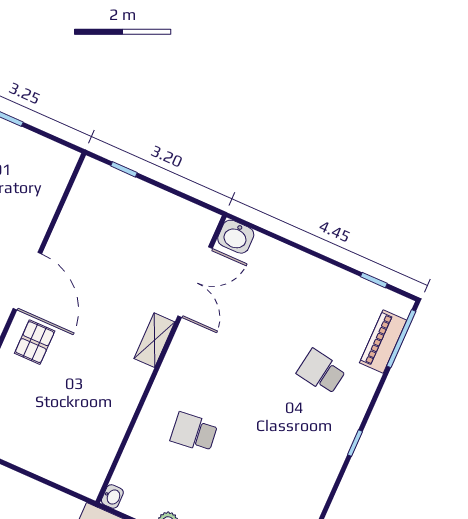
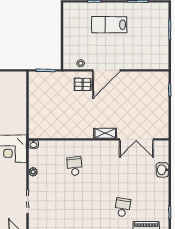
washbasin: (236, 237) -> (162, 170), moved

